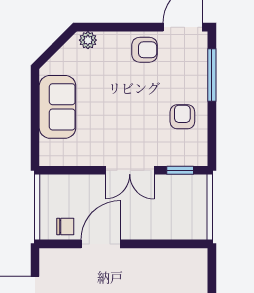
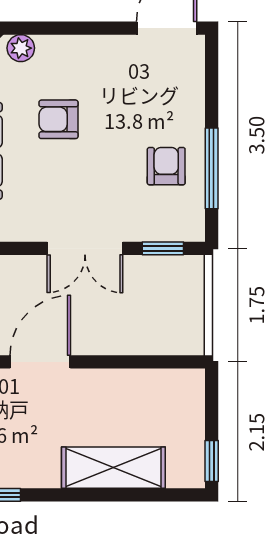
armchair: (145, 50) -> (59, 119), moved, turned 180
window: (212, 75) -> (212, 168), moved

